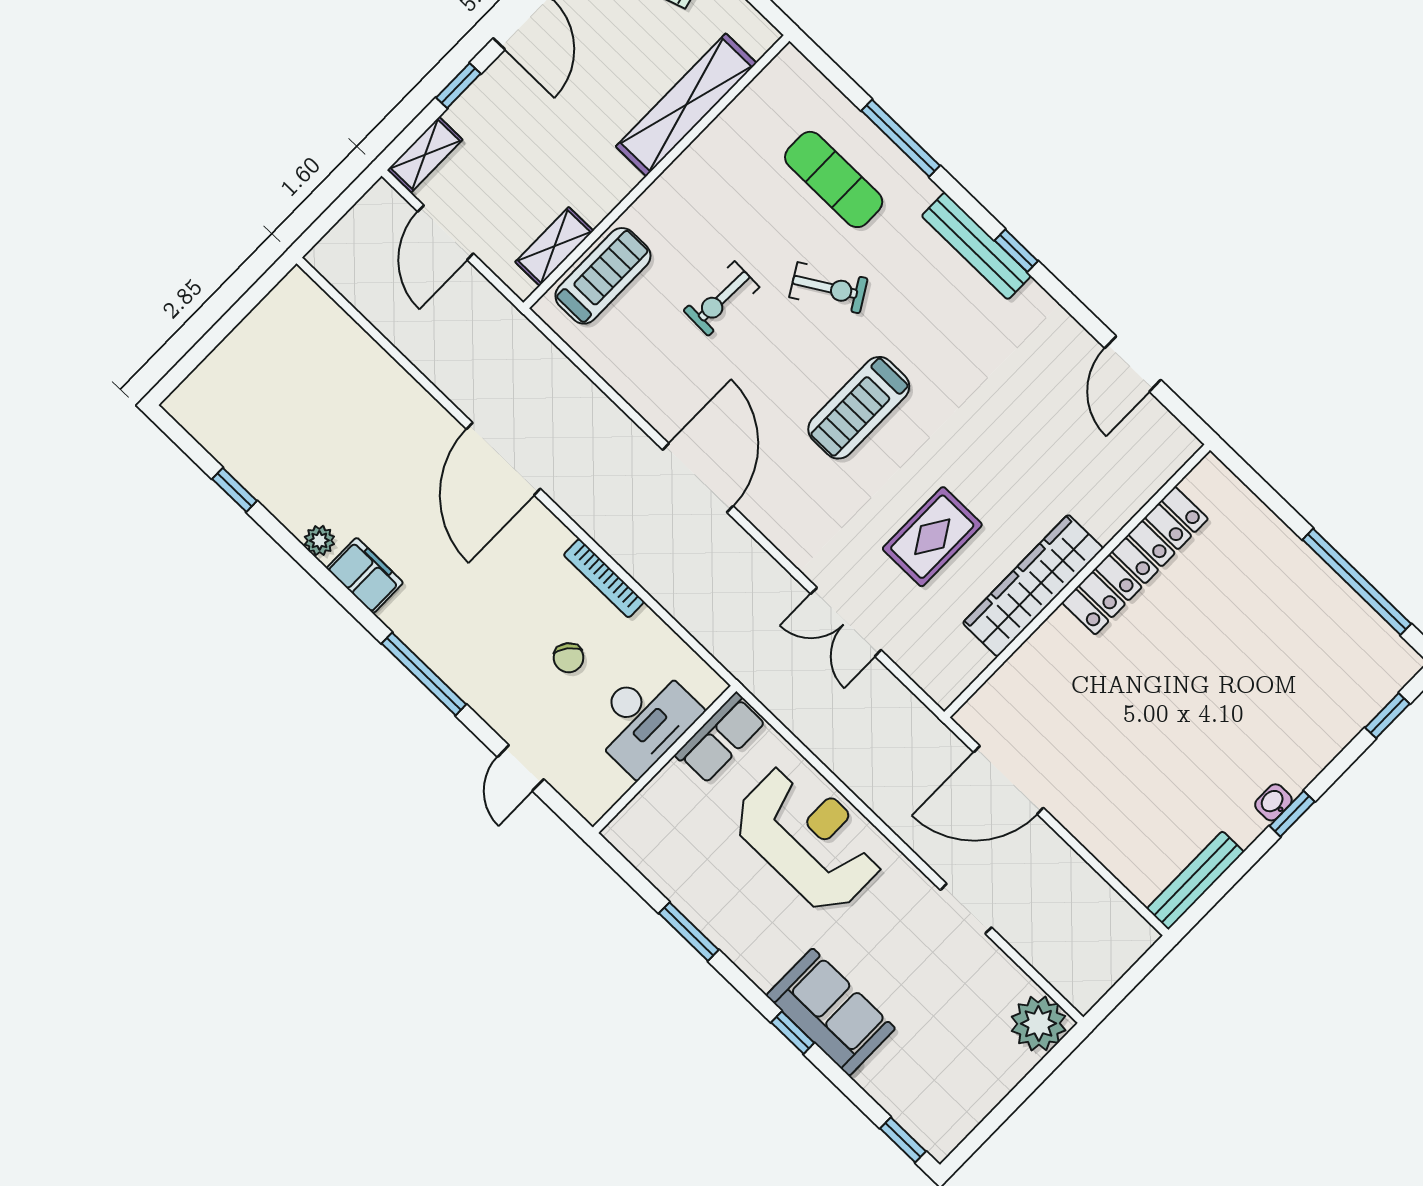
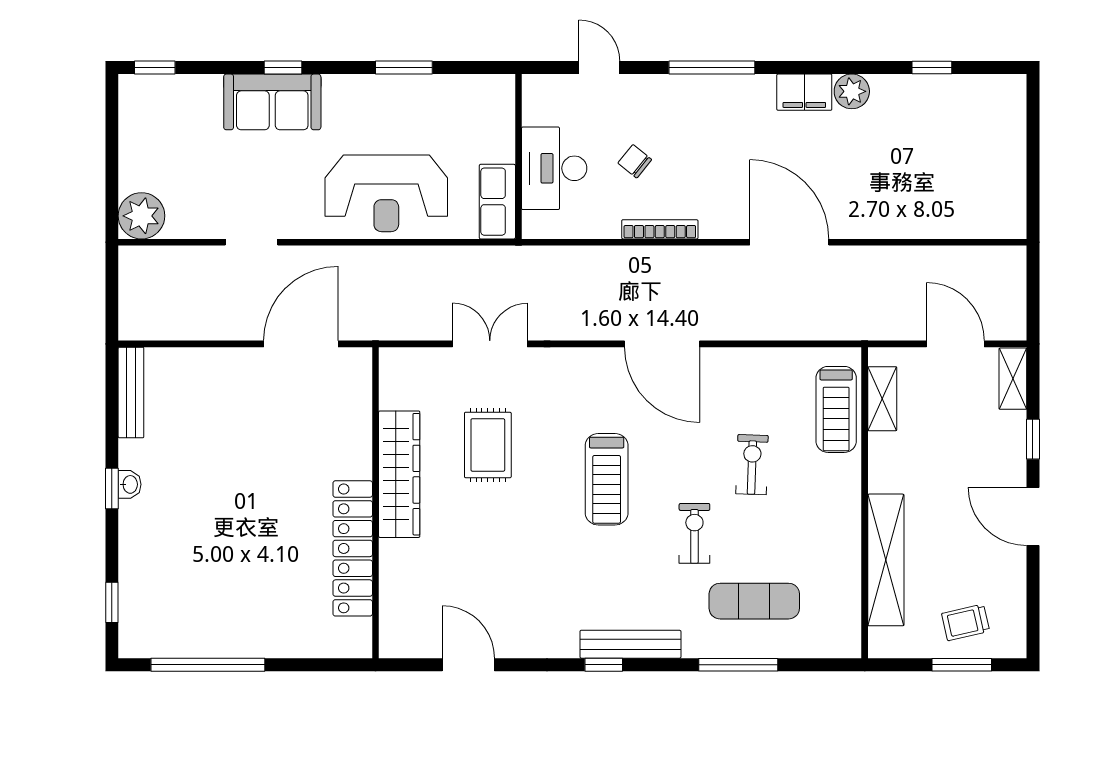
exercise bike: (829, 288) -> (694, 533), turned 121
treadmill: (859, 408) -> (607, 479), turned 180
plant: (319, 540) -> (852, 91), width x1.38, depth x1.38

